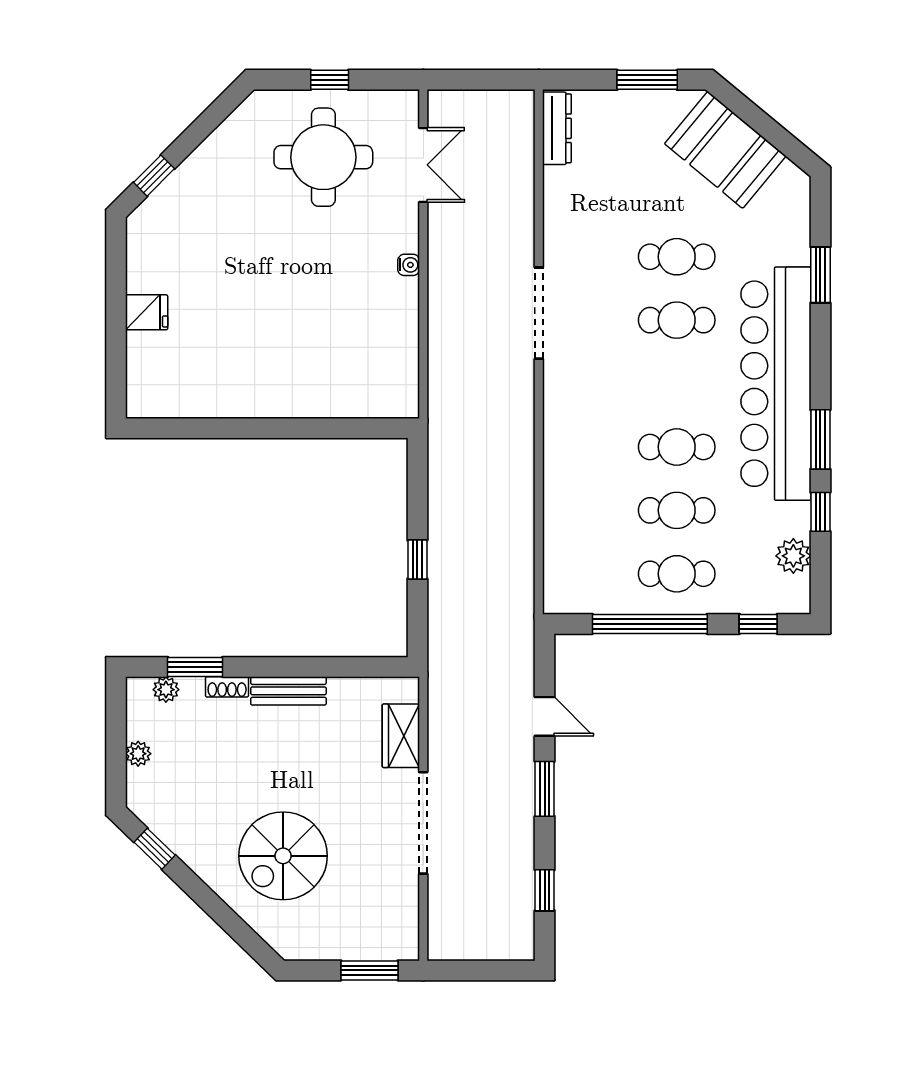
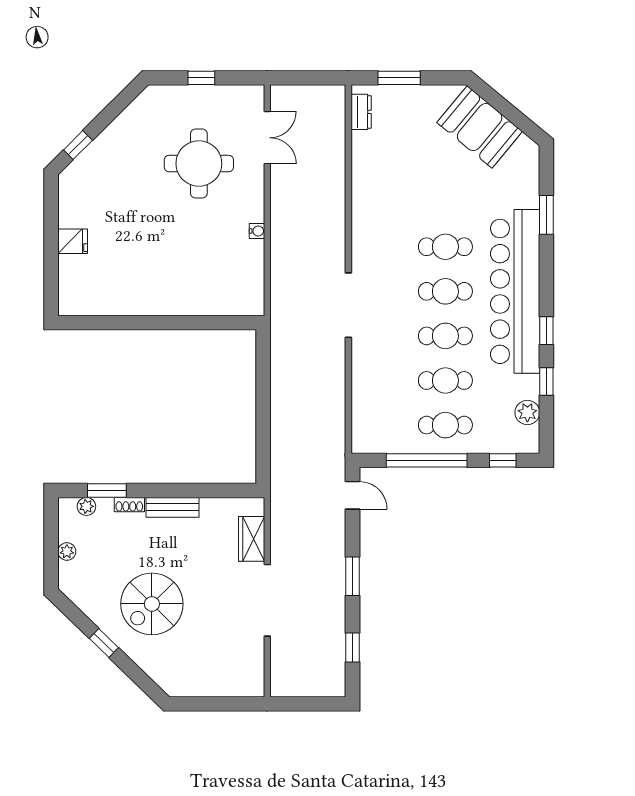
window: (647, 80) -> (399, 78), moved
dresser: (557, 128) -> (361, 112), width x0.70
round table: (323, 157) -> (199, 164), moved
cafe table: (677, 257) -> (445, 291), moved
water cooler: (409, 265) -> (257, 231), moved
doorway: (539, 313) -> (348, 305), moved
window: (820, 439) -> (546, 331), width x0.67
window: (417, 560) -> (263, 415), removed
door: (545, 716) -> (353, 495), moved
window: (155, 849) -> (104, 643), moved
spiral stairs: (283, 856) -> (152, 604), moved
window: (369, 970) -> (229, 704), removed

